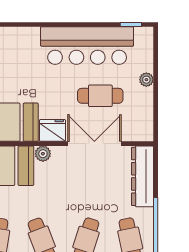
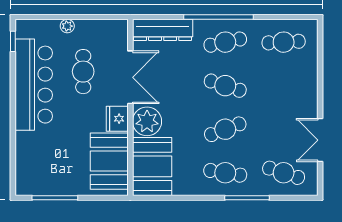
double door: (94, 144) -> (130, 77), swing flipped
plant: (43, 154) -> (147, 121), width x1.87, depth x1.87

